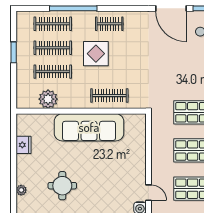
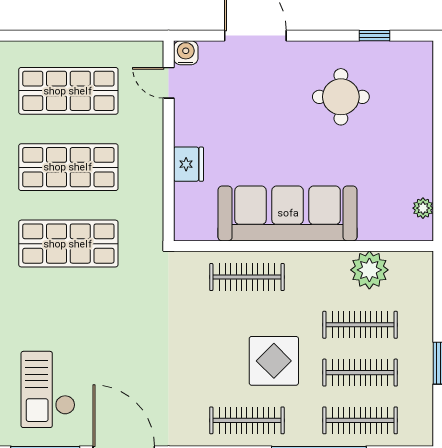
clothes rail: (109, 24) -> (247, 420), width x1.36
fridge: (23, 145) -> (188, 164), moved, turned 180
plant: (21, 190) -> (423, 208), moved

